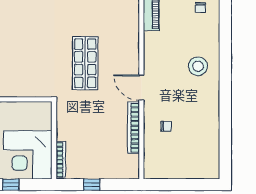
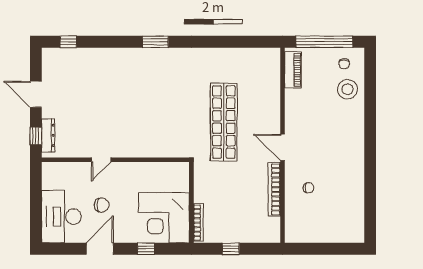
shop shelf: (85, 63) -> (224, 122), width x1.40
stool: (198, 66) -> (347, 89), moved

